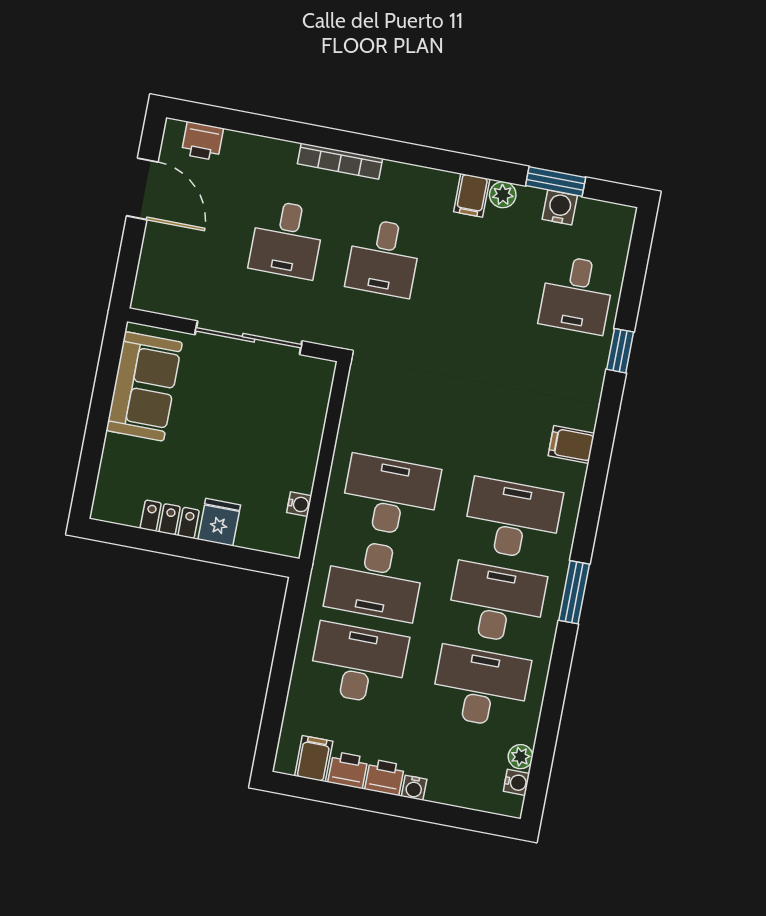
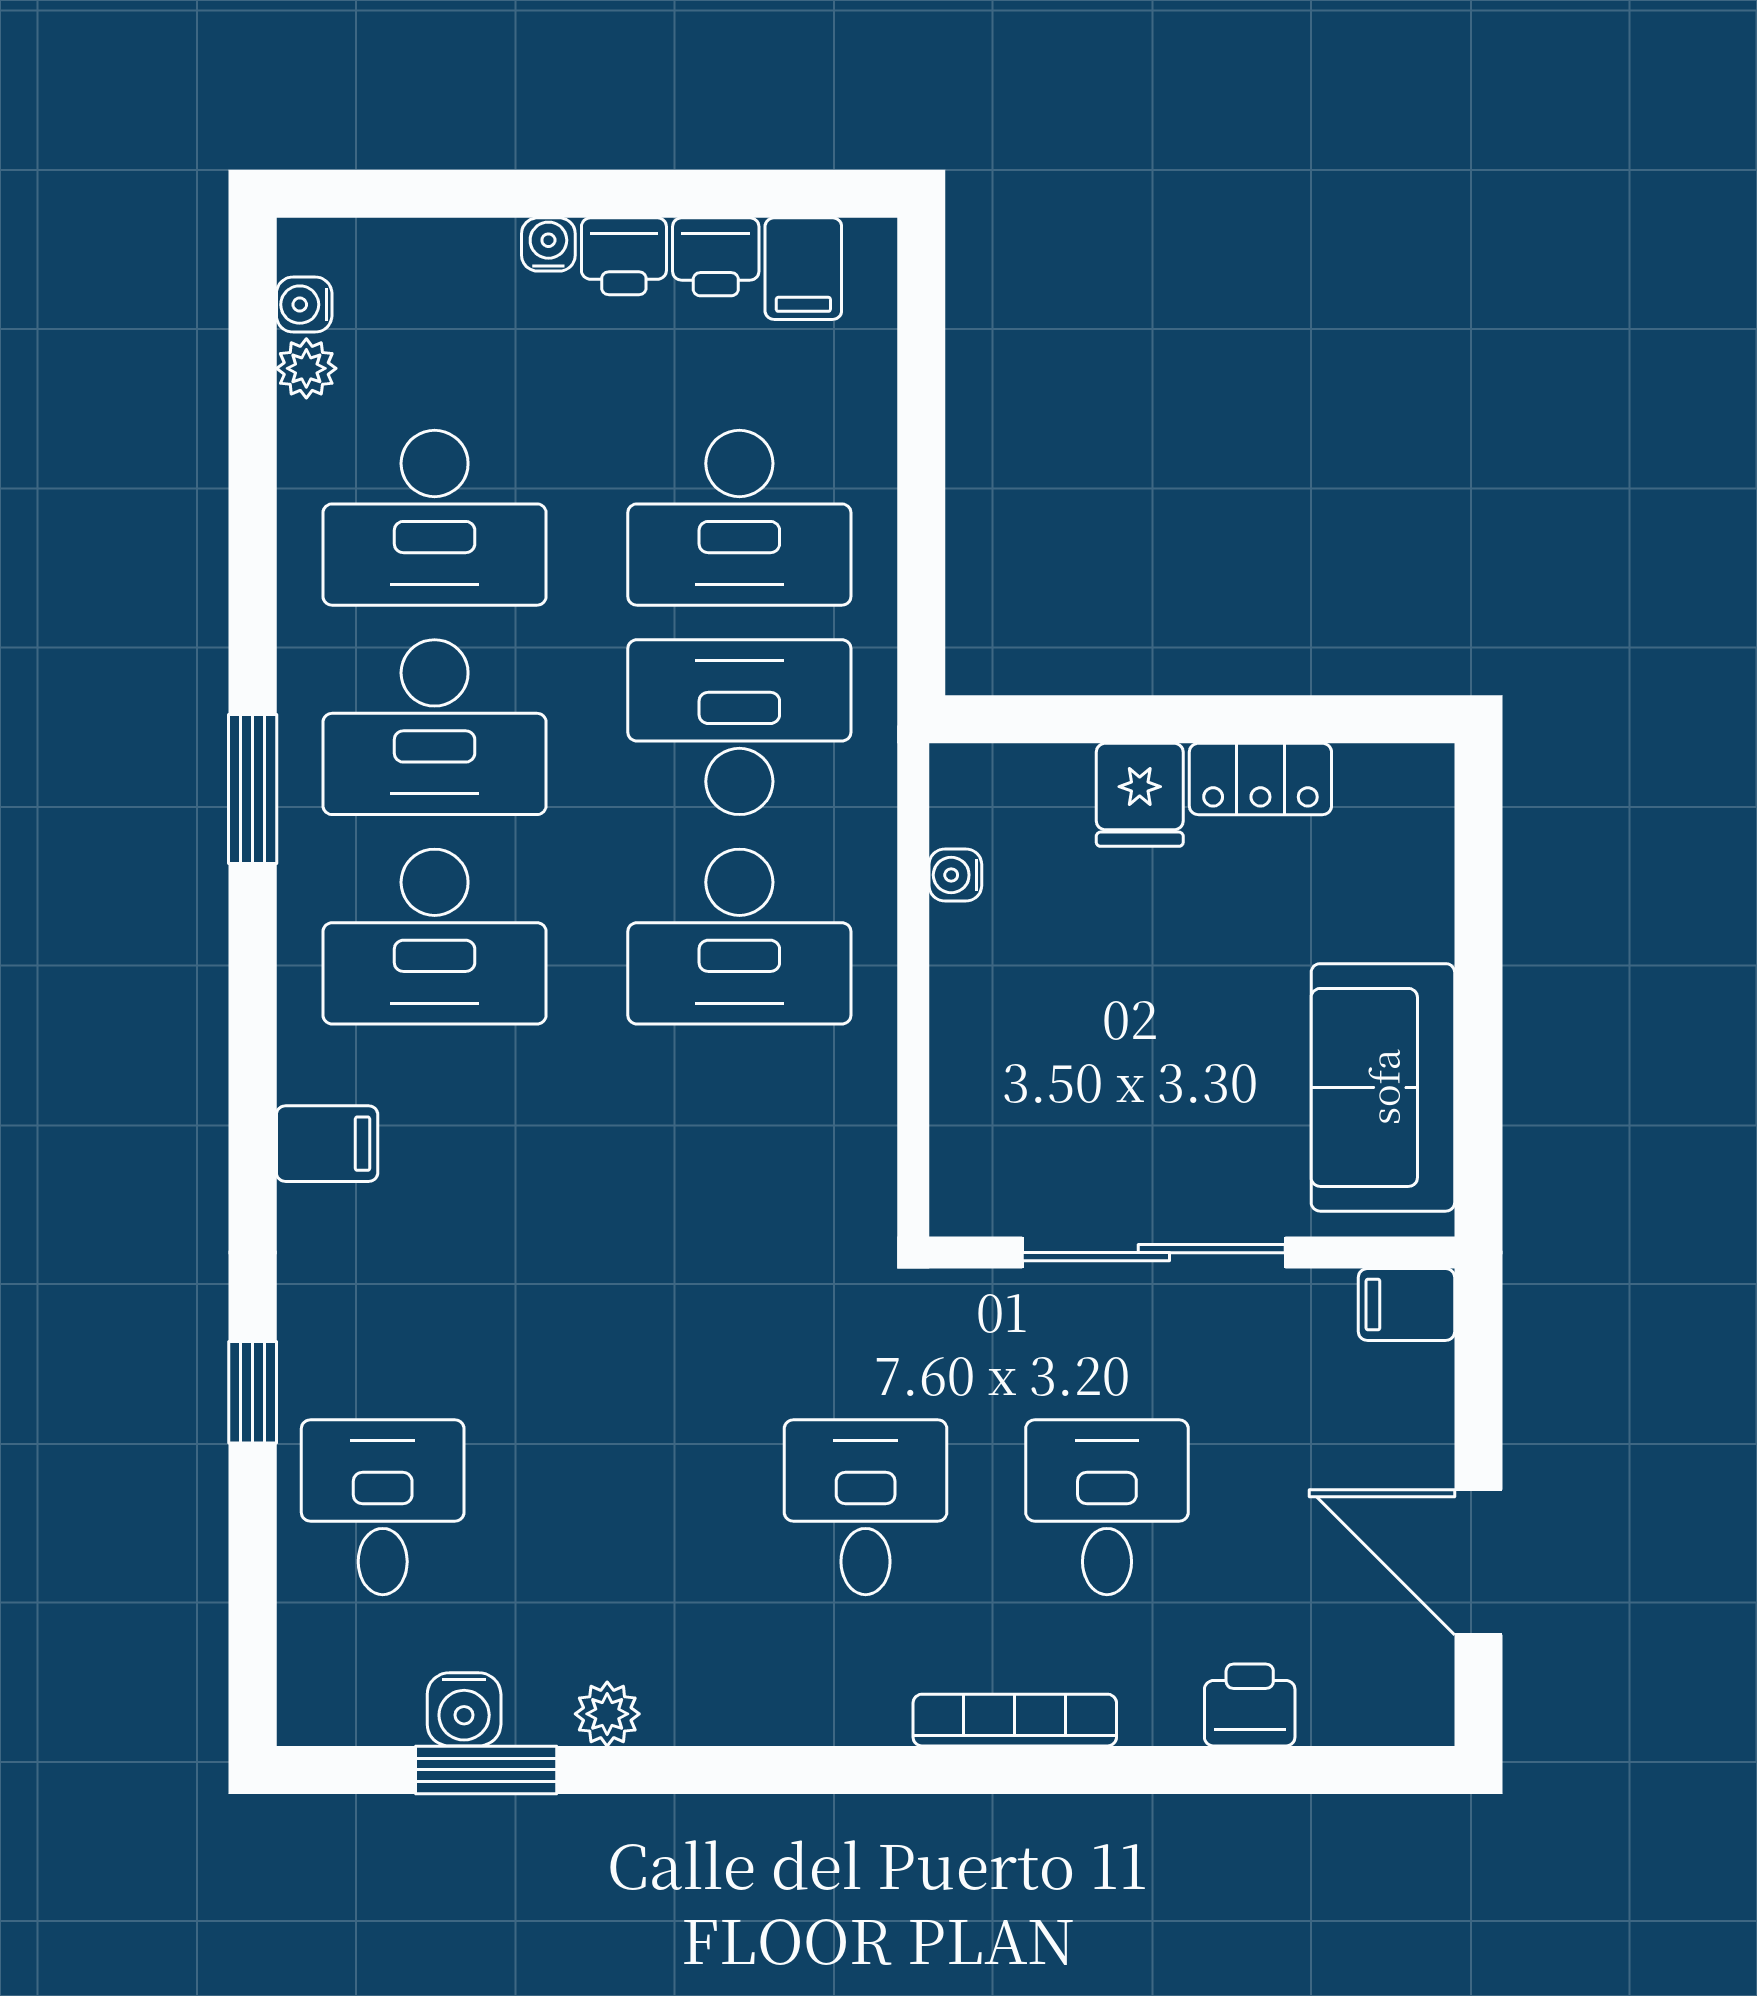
printer: (202, 141) -> (1250, 1705), moved
filing cabinet: (472, 195) -> (1407, 1305), moved, turned -90

